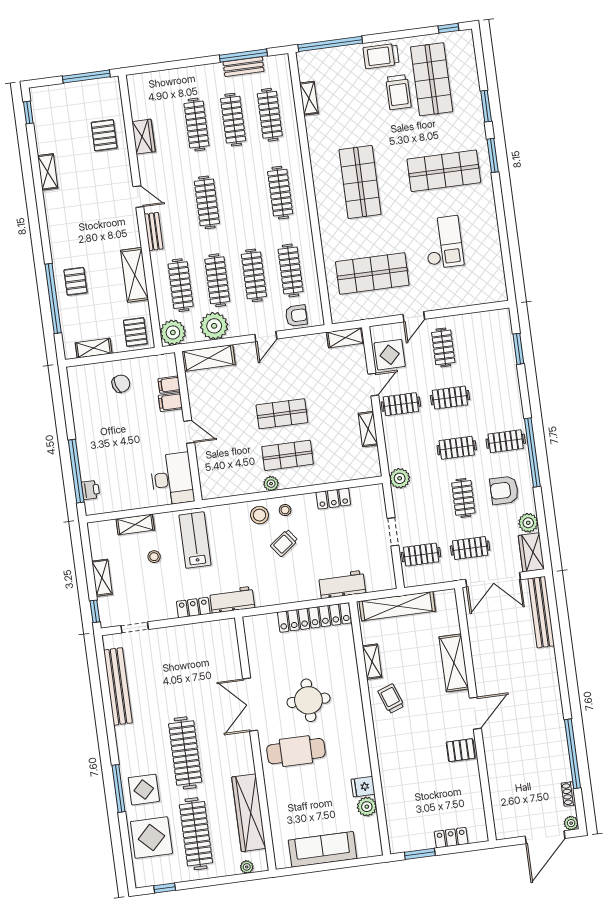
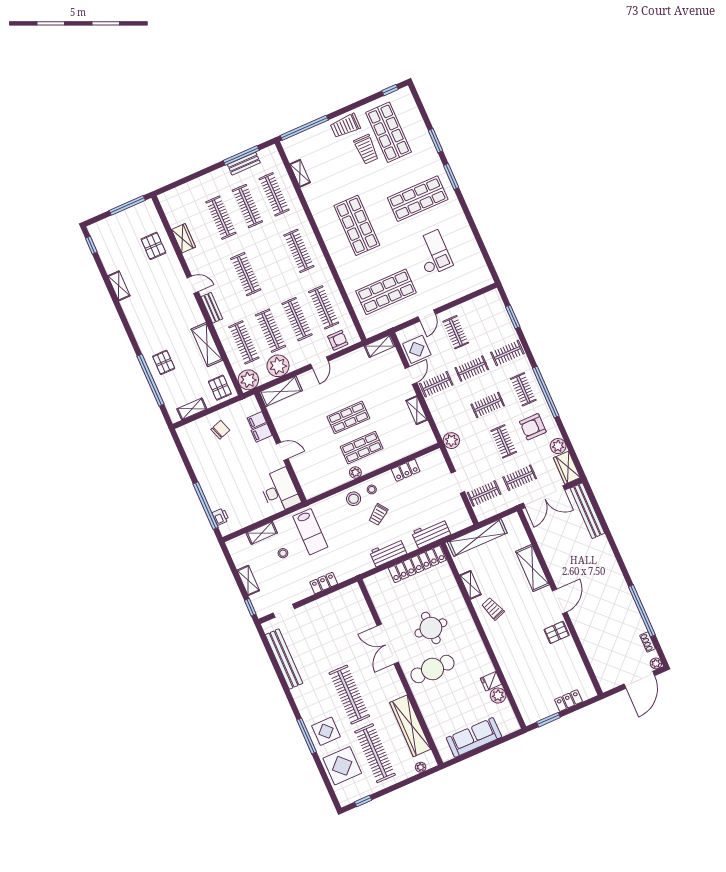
clothes rail: (499, 391) -> (507, 353), added
clothes rail: (506, 441) -> (523, 389), turned 90
lab bench: (195, 540) -> (310, 532), turned 180
workbench: (232, 600) -> (388, 553), moved

